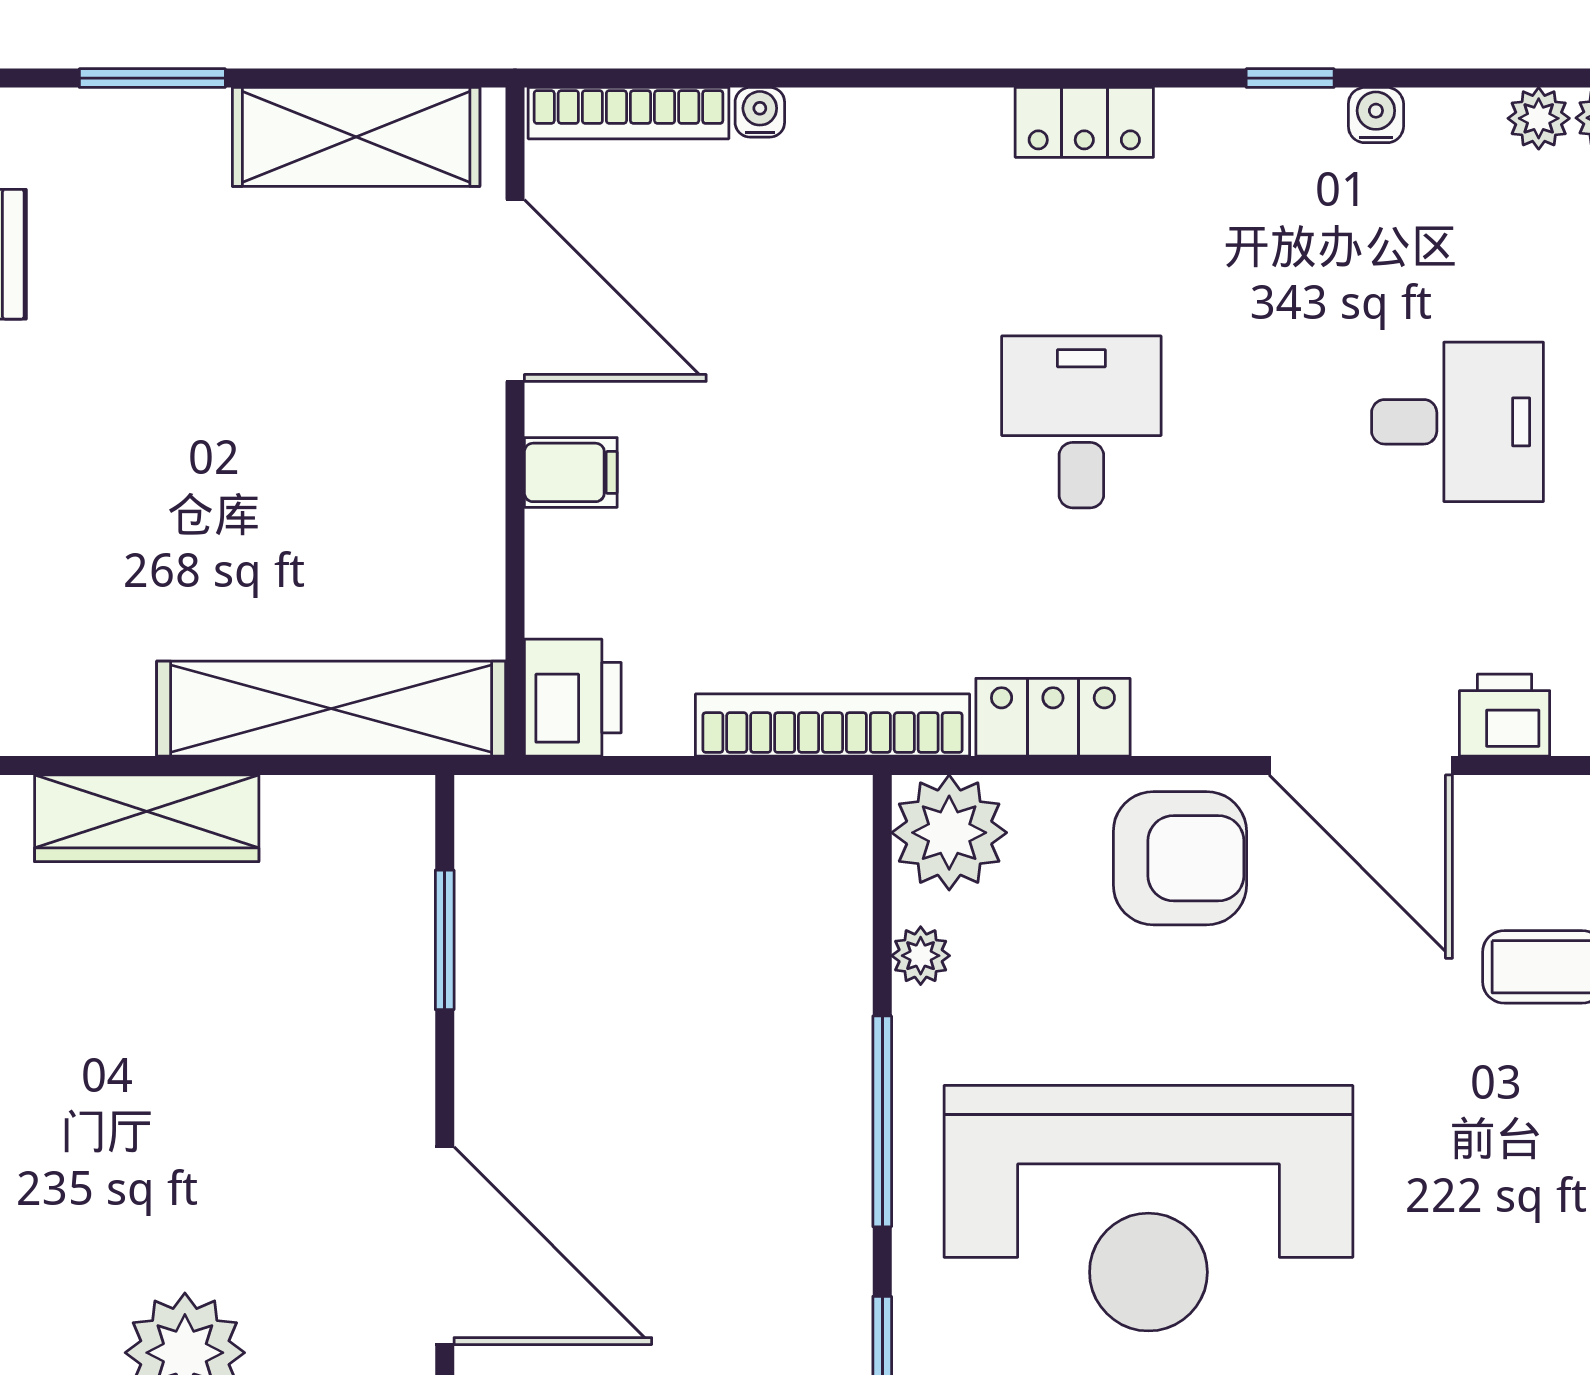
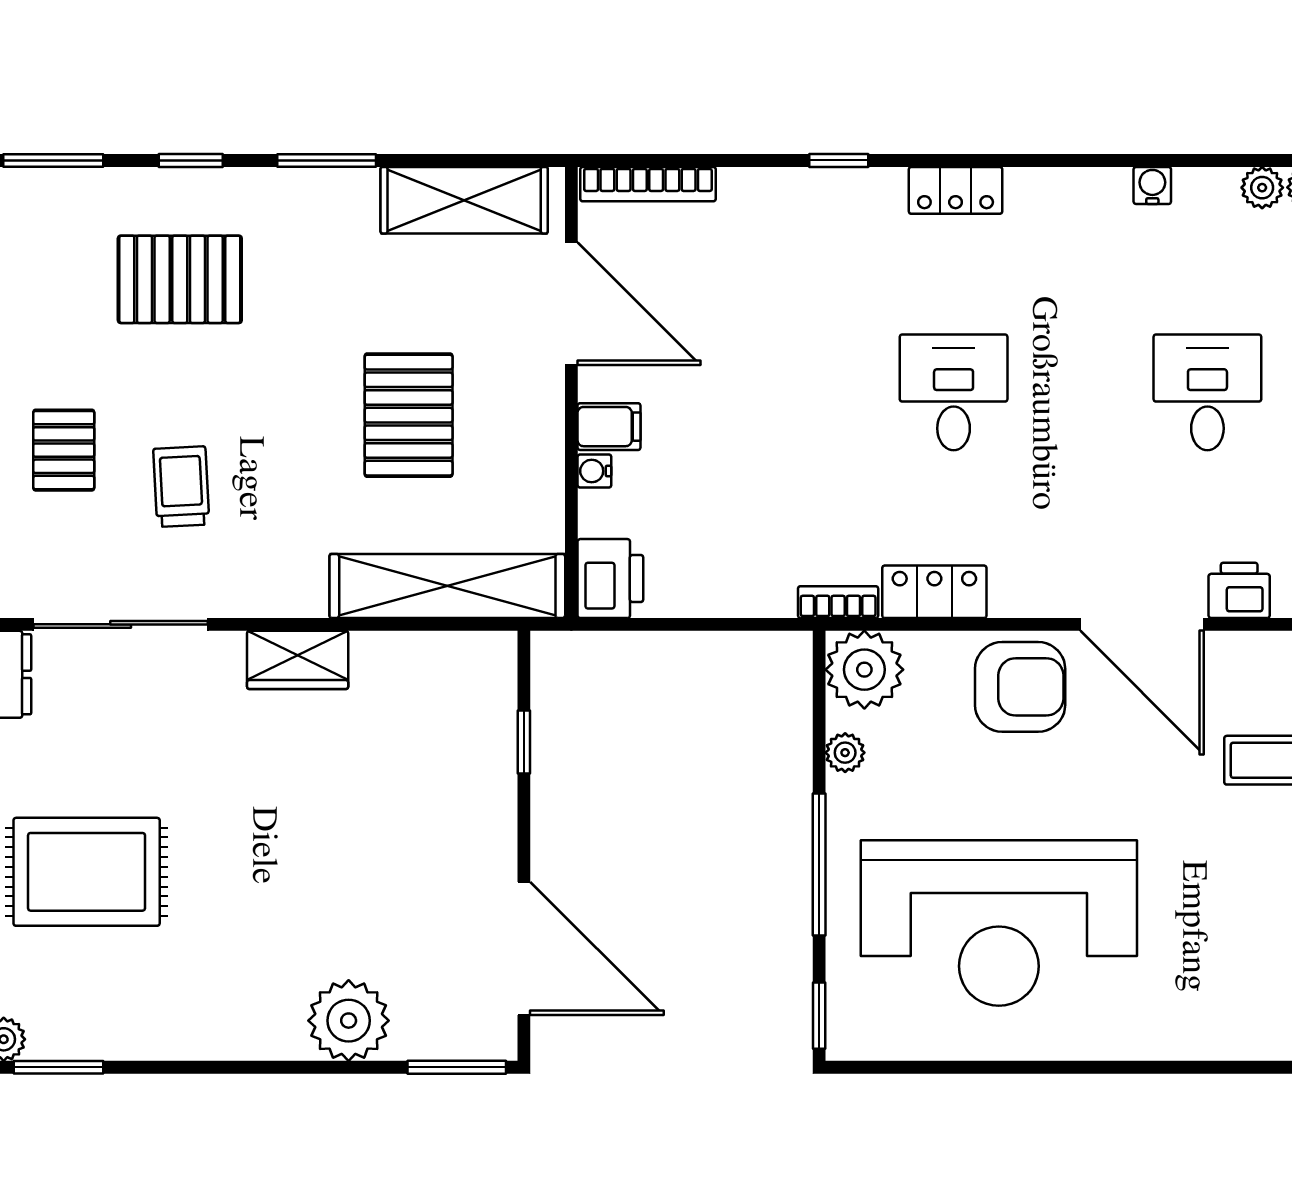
window: (1290, 78) -> (839, 160), moved
water cooler: (760, 112) -> (594, 471), moved, turned -90
desk: (1458, 422) -> (1207, 392), turned -90
pallet: (274, 455) -> (409, 415), added
bookcase: (832, 725) -> (838, 602), width x0.43, depth x0.76
wardrobe: (147, 818) -> (298, 660), width x0.67
window: (445, 940) -> (524, 742), width x0.67

